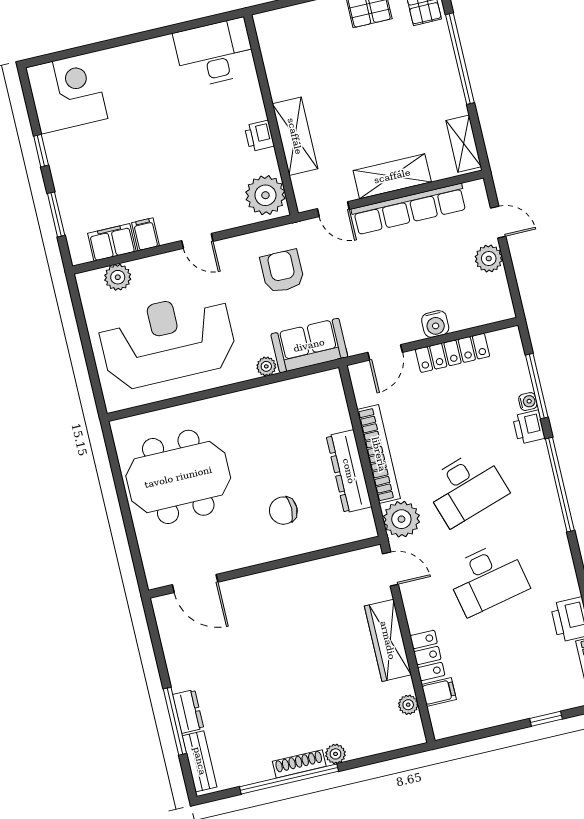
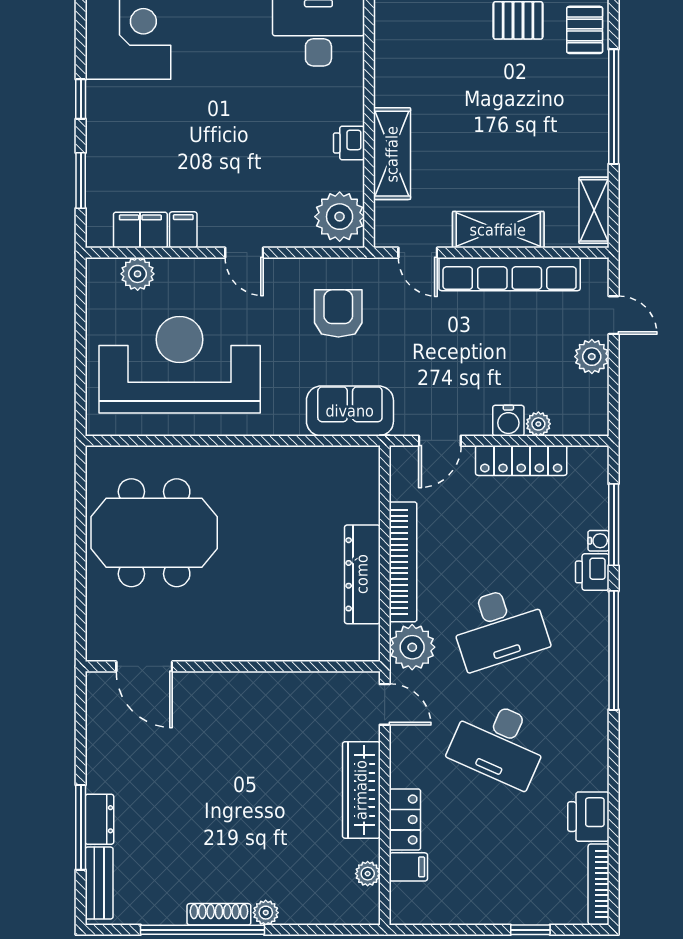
plant: (266, 366) -> (538, 424), moved
chair: (283, 511) -> (272, 603), removed
desk: (487, 578) -> (499, 743), turned 36

